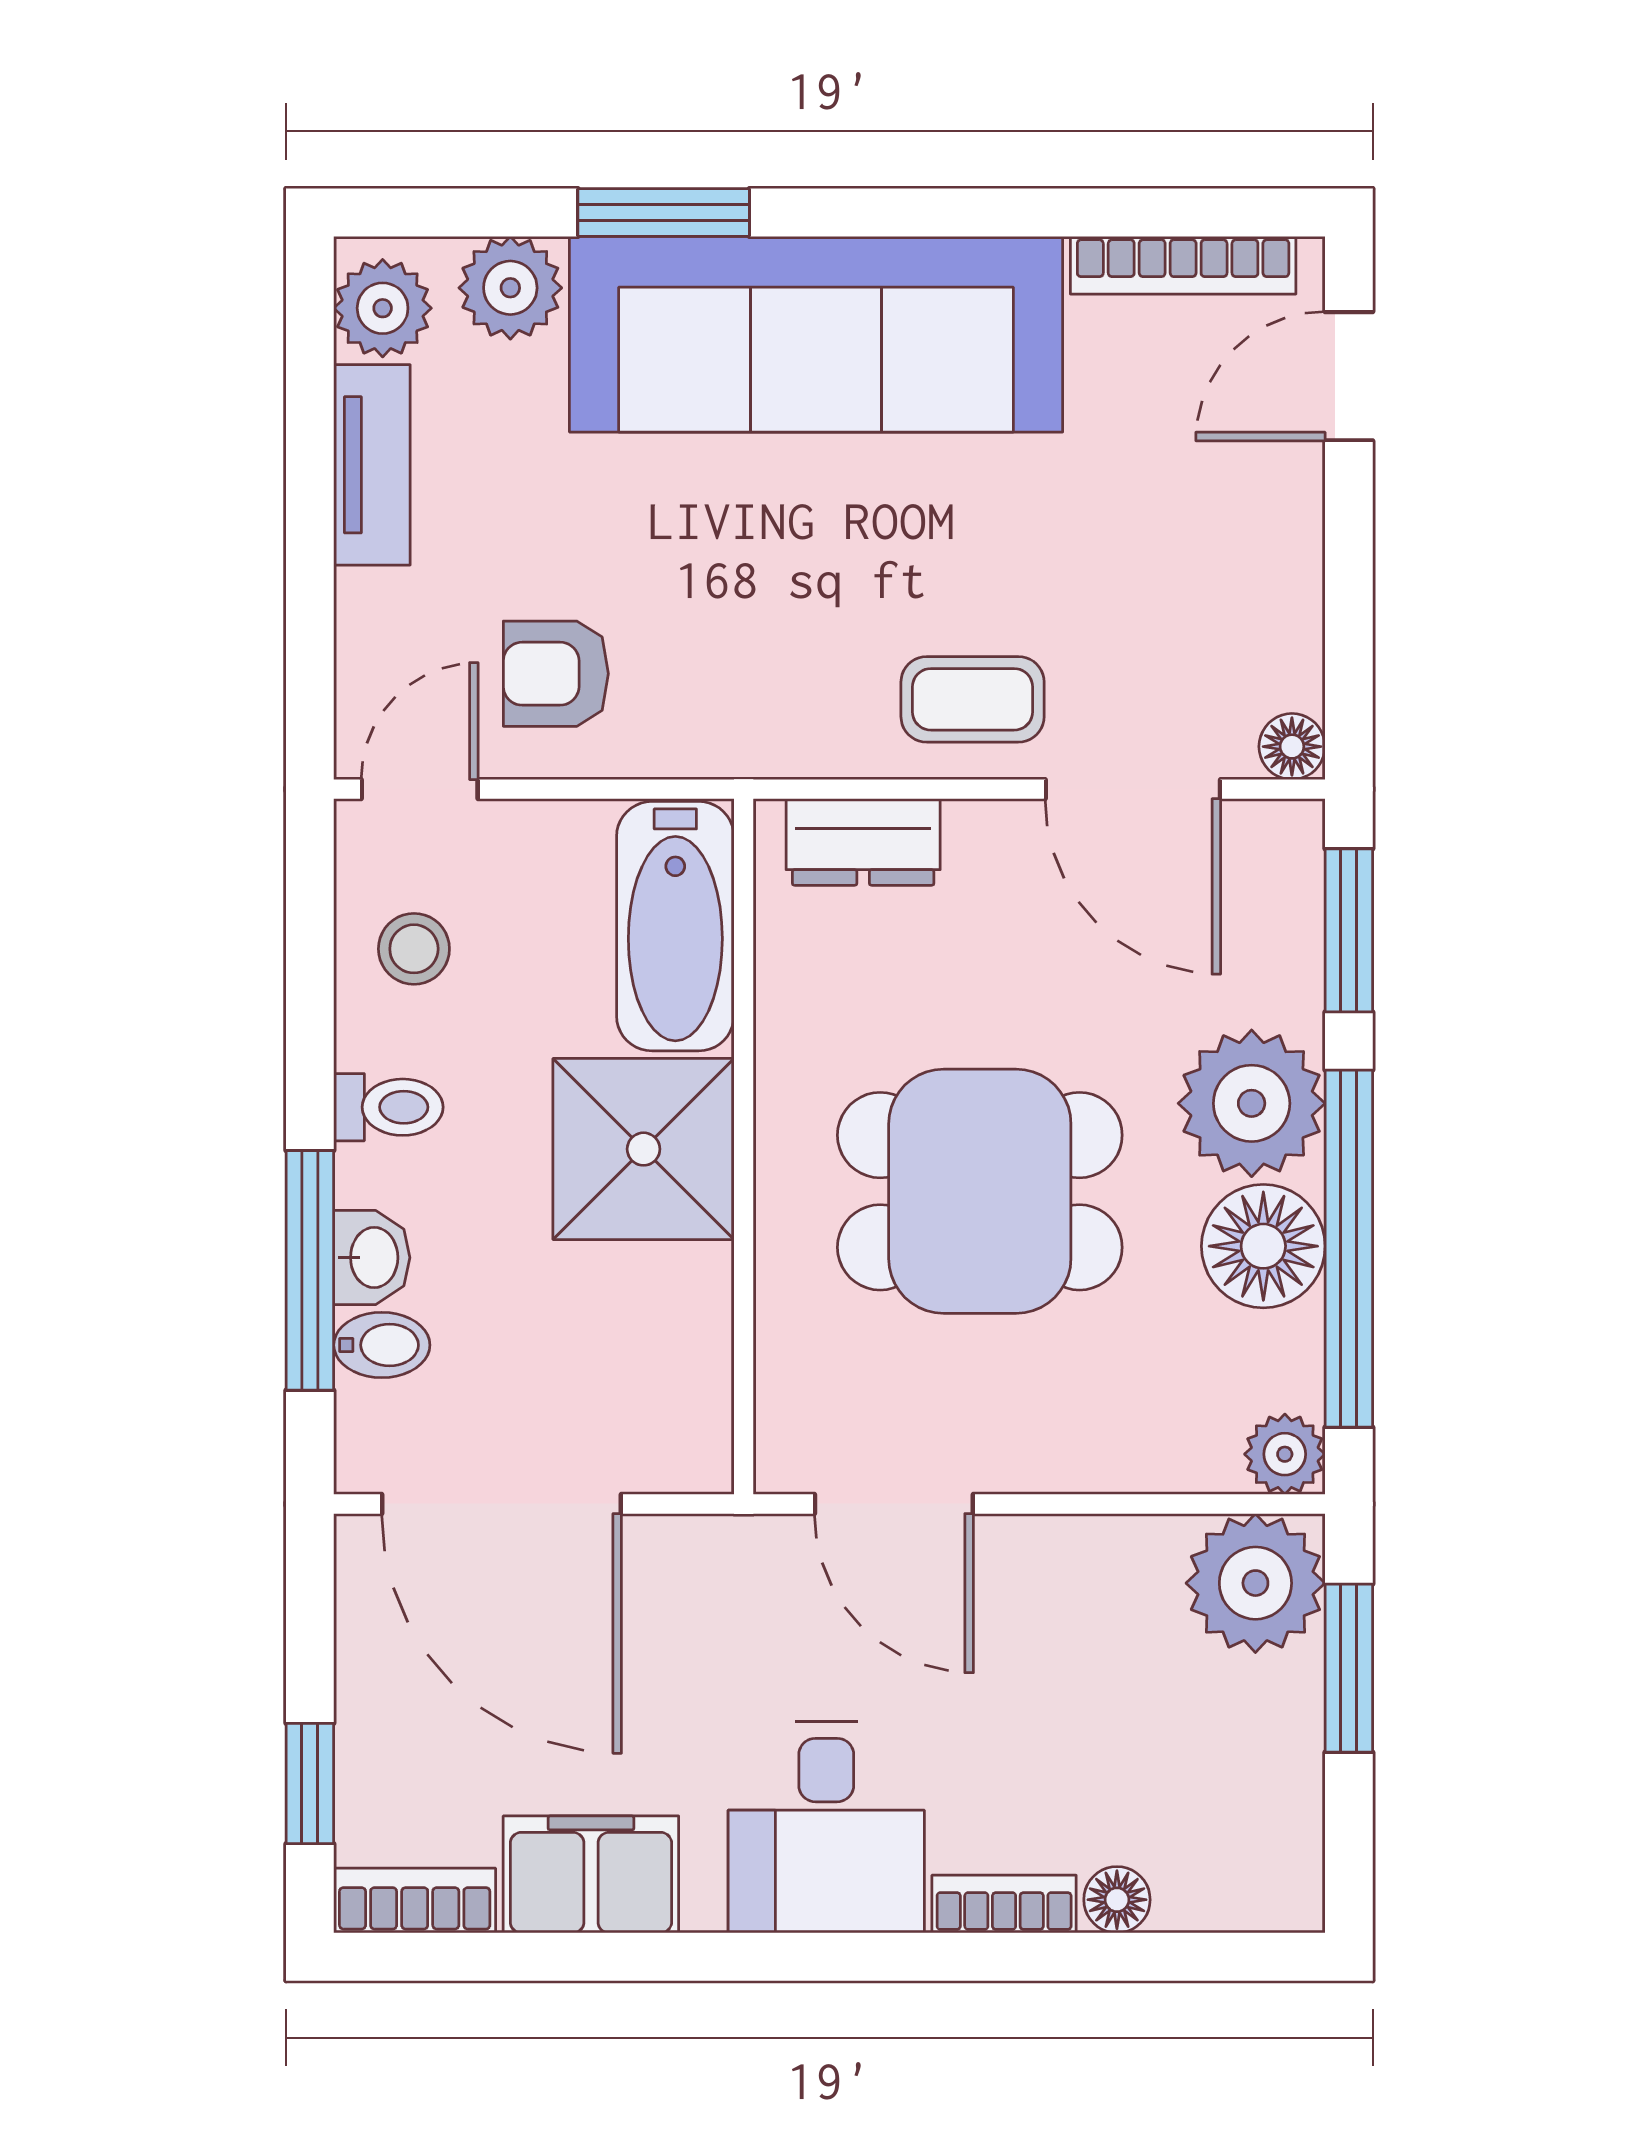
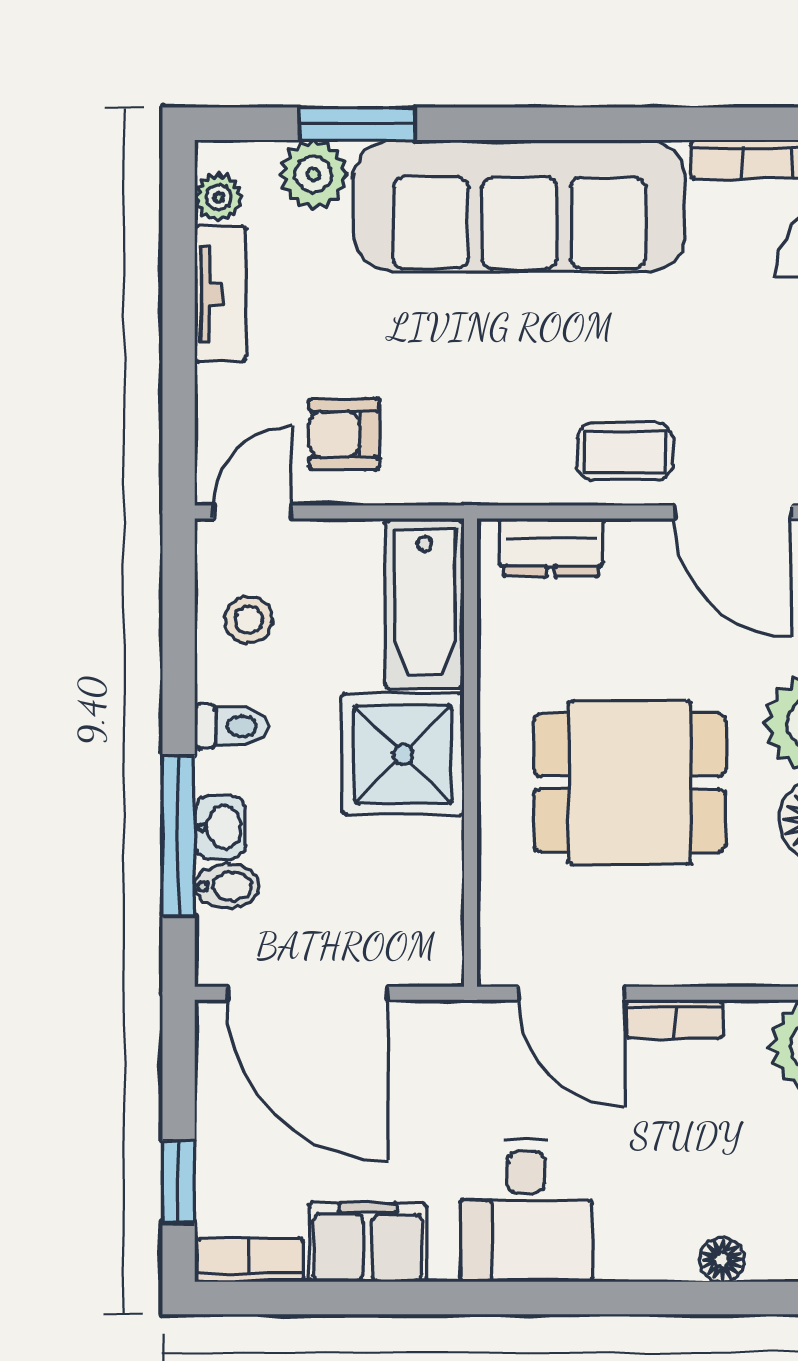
window: (664, 212) -> (357, 124), moved
plant: (383, 308) -> (219, 197), width x0.73, depth x0.73
bookcase: (1004, 1904) -> (675, 1019), moved, turned 180

